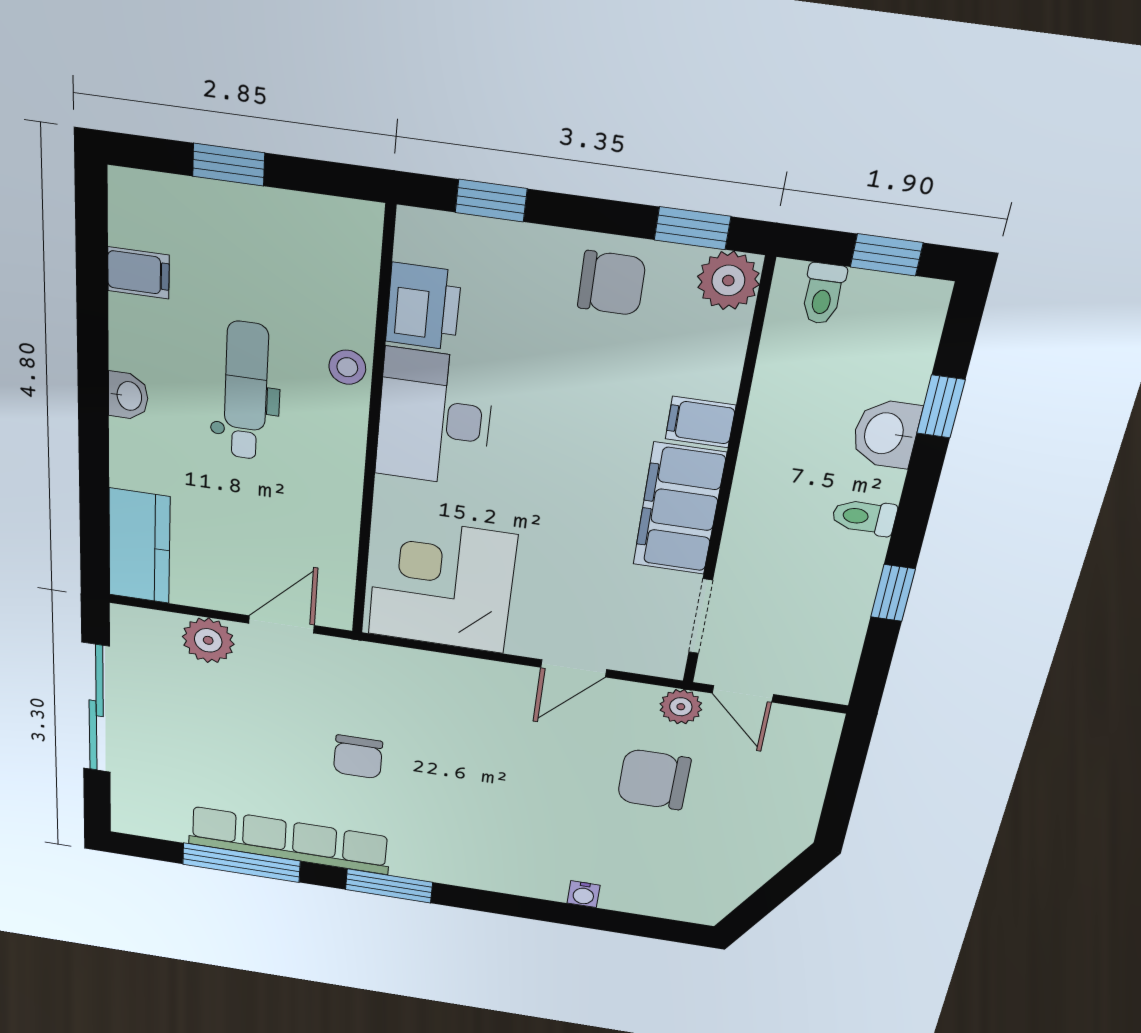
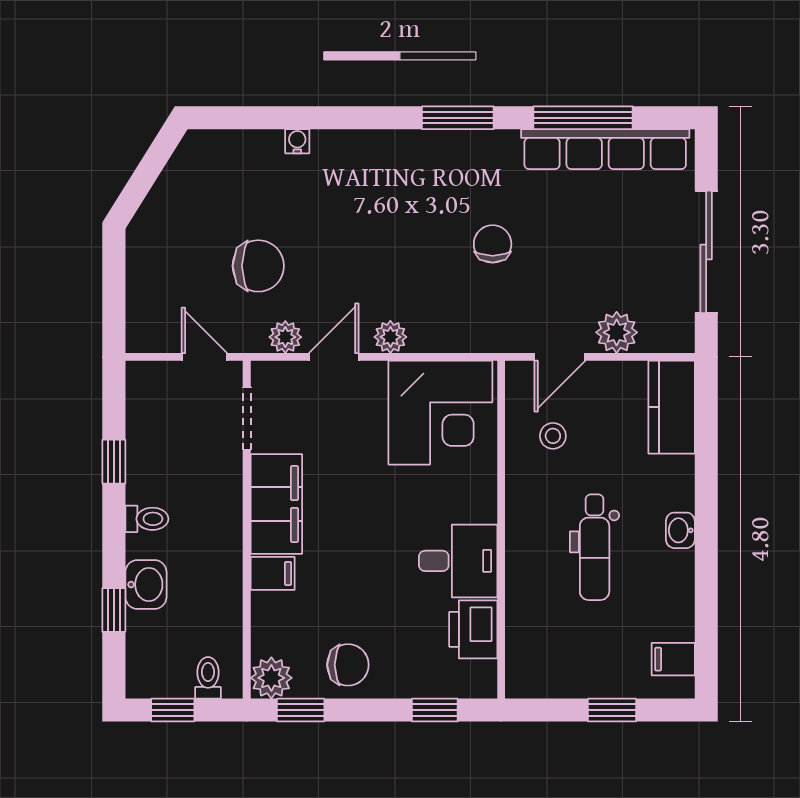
filing cabinet: (138, 273) -> (673, 659), moved
chair: (612, 283) -> (348, 665), turned 180
stool: (347, 367) -> (553, 436), moved
desk: (434, 418) -> (458, 561), width x0.73
plant: (497, 679) -> (390, 337), added
plant: (681, 707) -> (285, 337), moved
row of seats: (289, 840) -> (605, 149), moved

